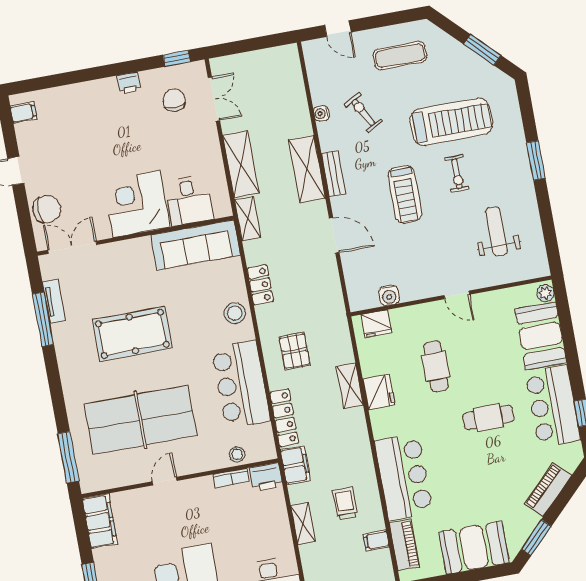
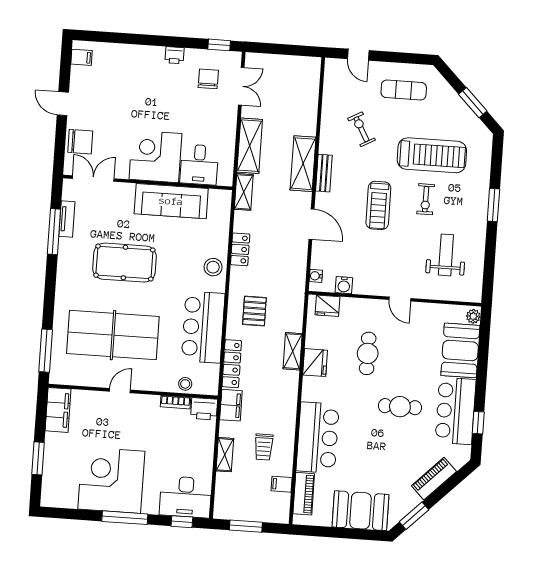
water cooler: (321, 113) -> (316, 276), moved
sofa: (196, 245) -> (171, 201), moved
trolley: (345, 503) -> (264, 447), turned 180

